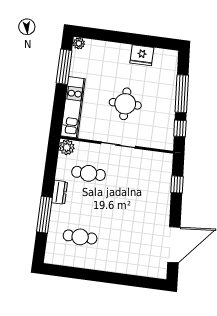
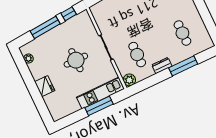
plant: (79, 43) -> (29, 59), moved
fridge: (142, 55) -> (45, 86), moved
window: (64, 67) -> (99, 106), moved

